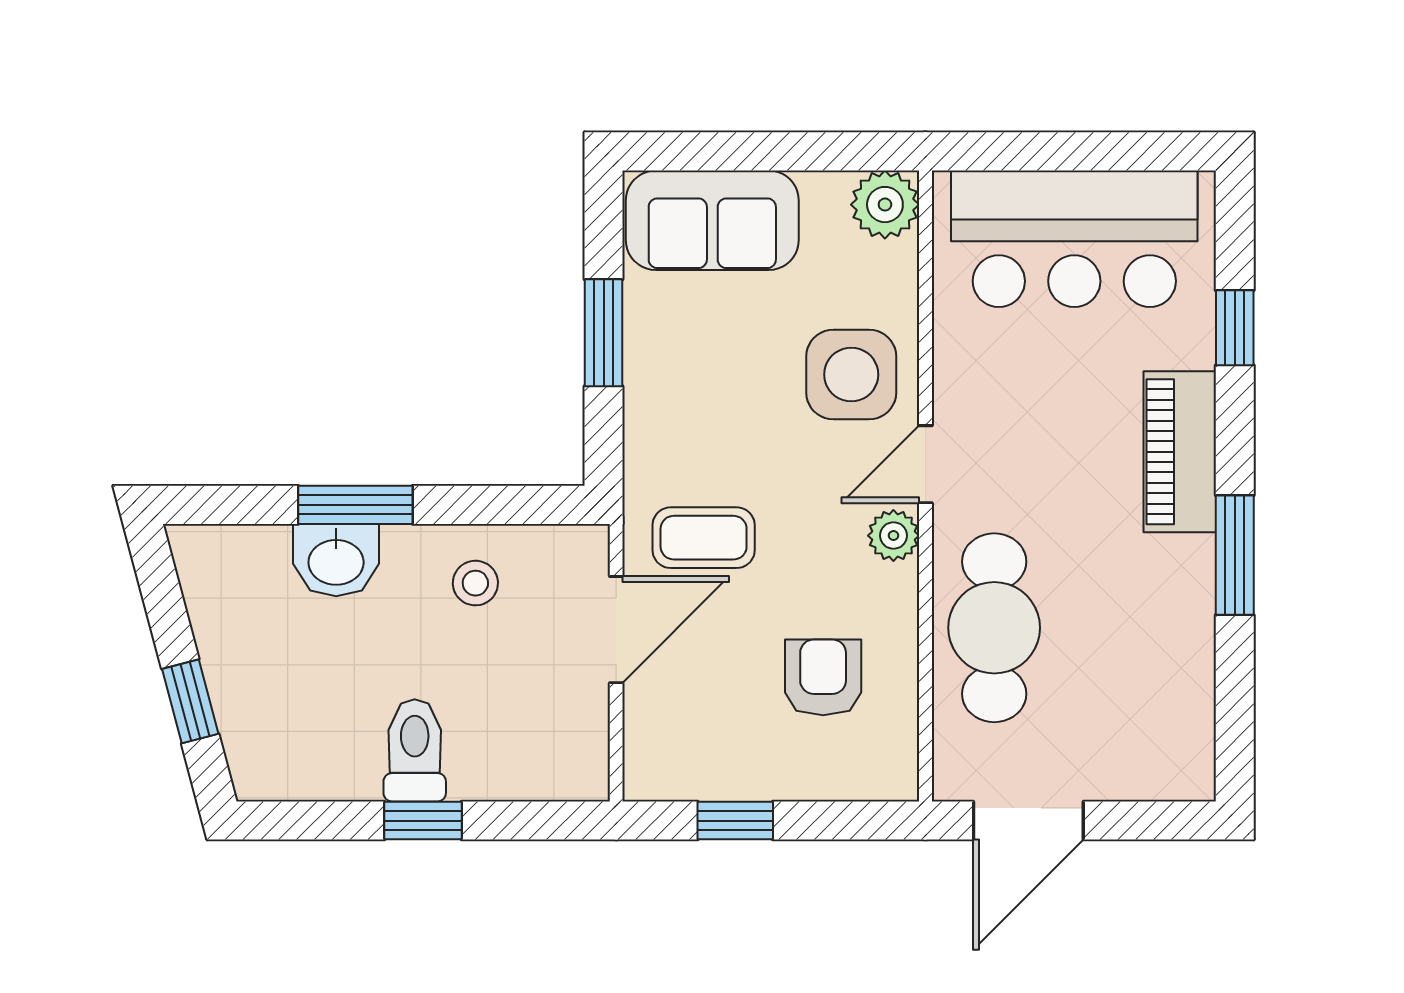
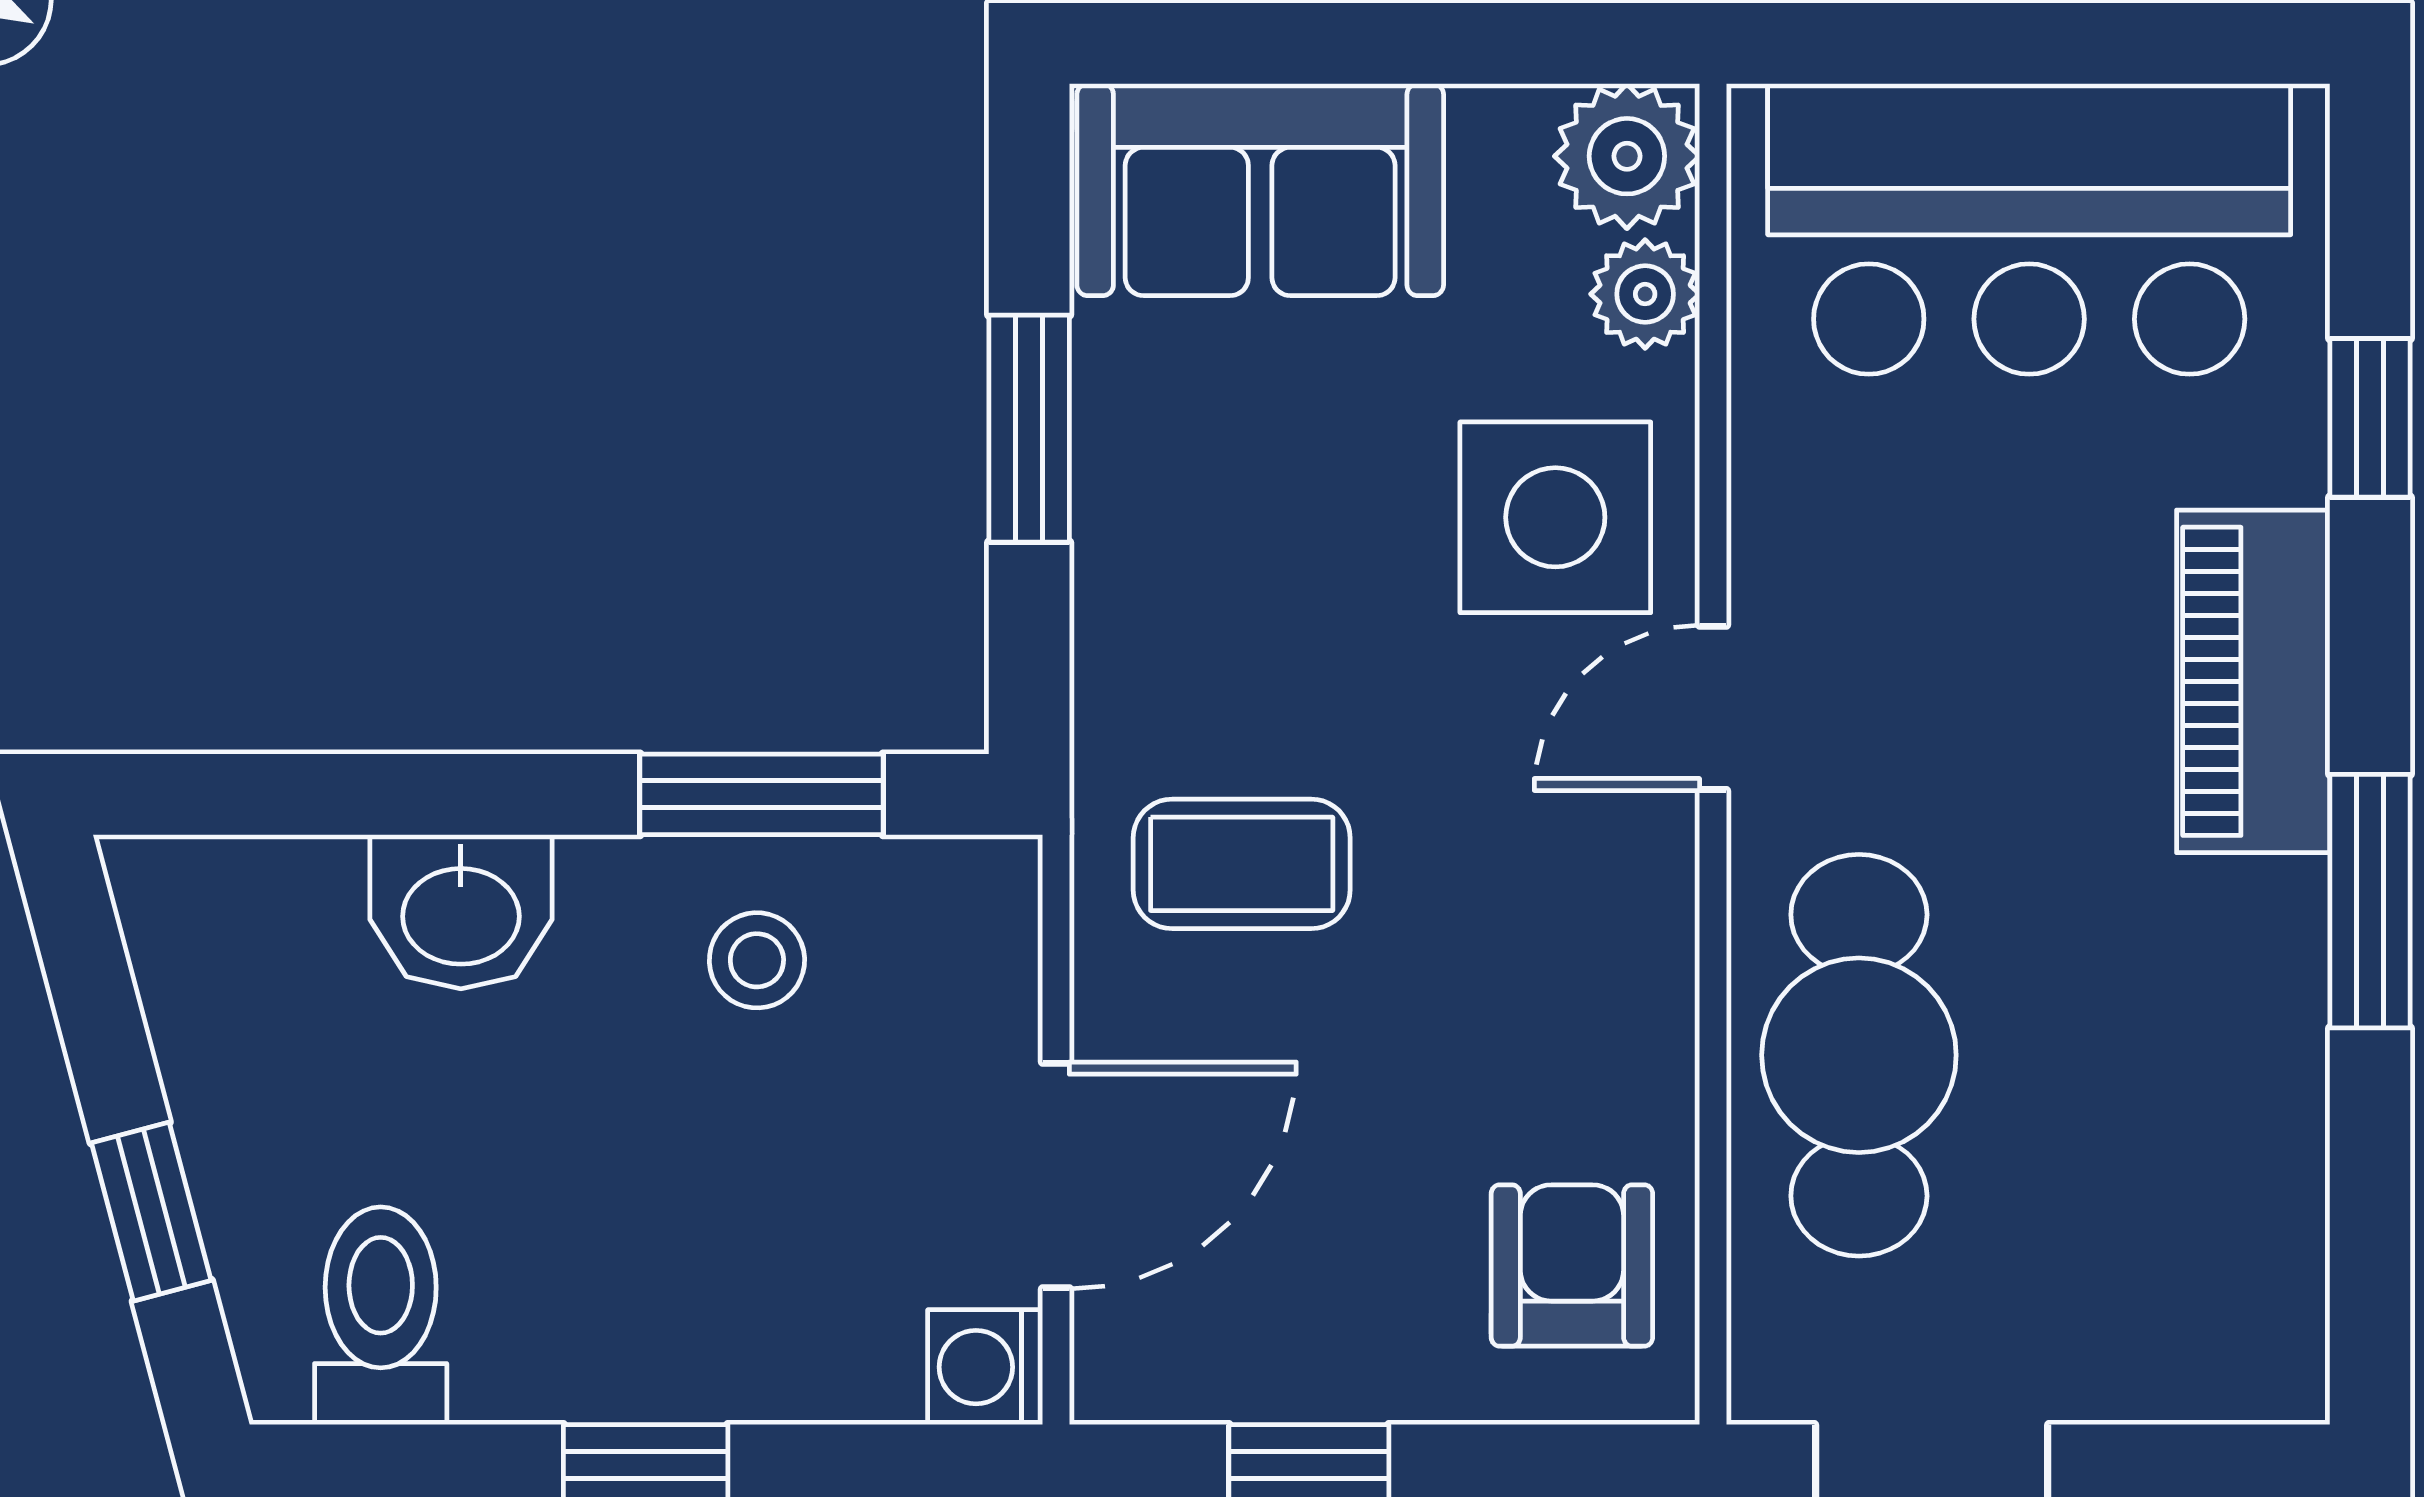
window: (355, 505) -> (761, 794), moved
plant: (893, 536) -> (1645, 294), moved
door: (616, 630) -> (1056, 1176), moved
armchair: (823, 677) -> (1572, 1266), moved
toilet: (415, 750) -> (381, 1316), moved
washing machine: (583, 775) -> (985, 1367), added

